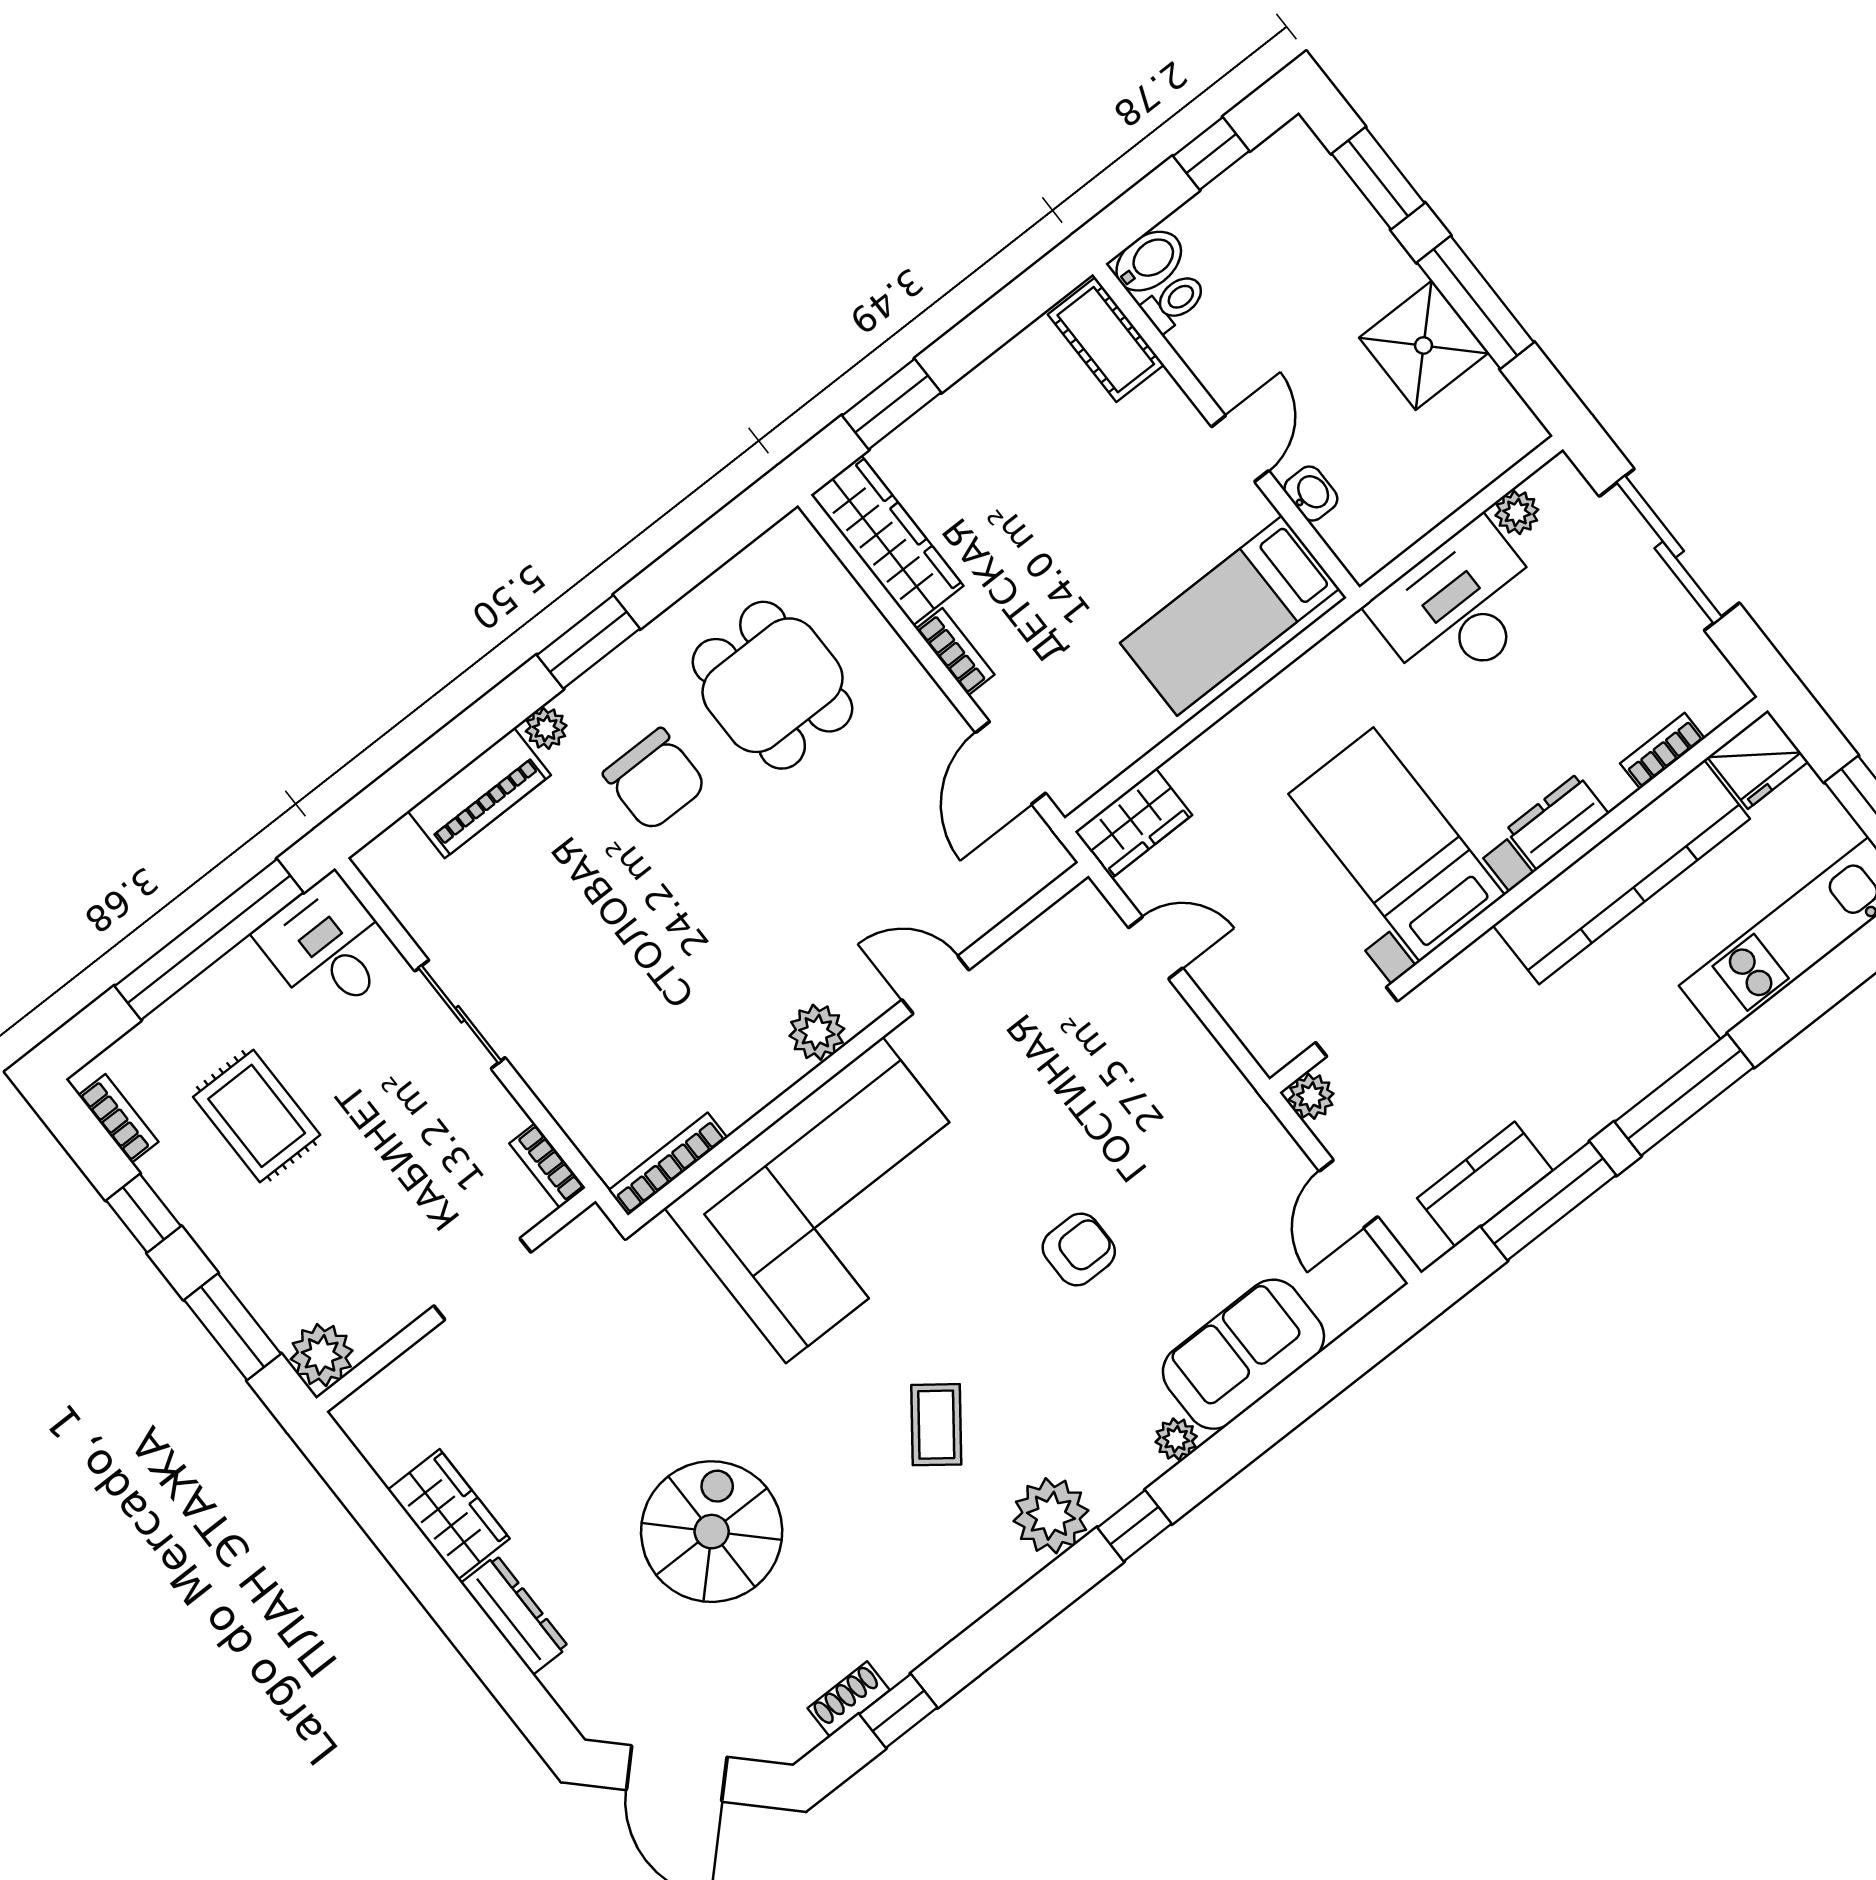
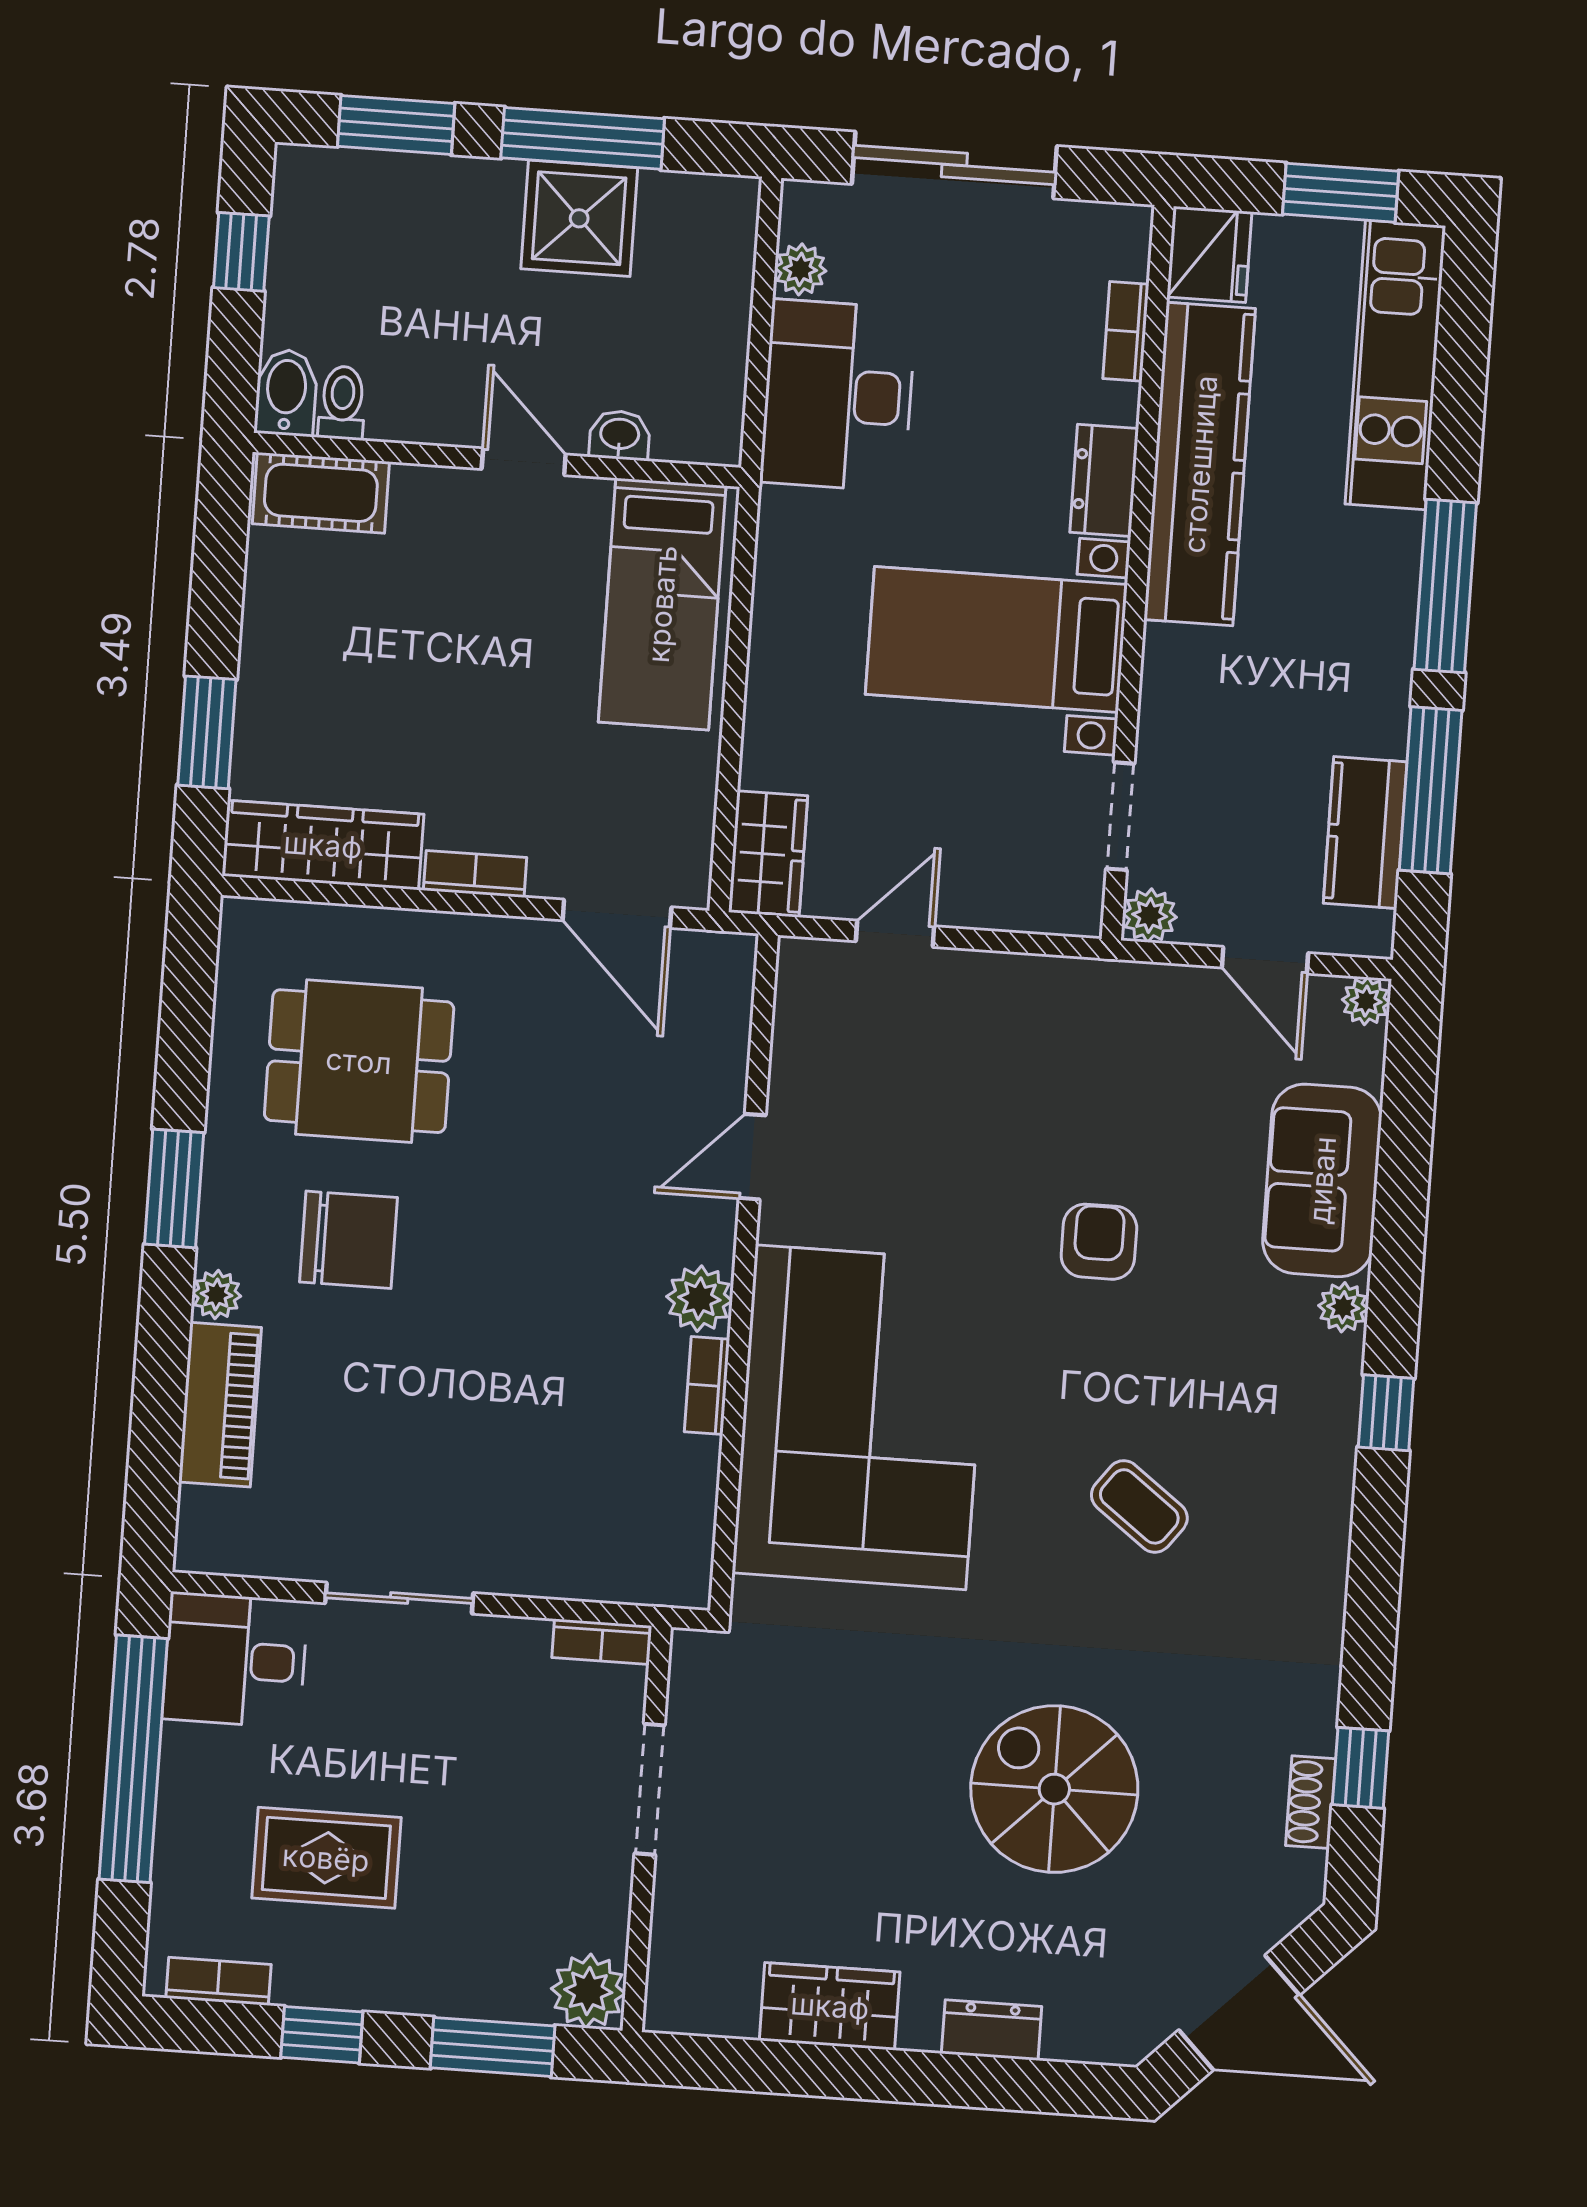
bookcase: (668, 1164) -> (707, 1386), moved, width x0.64
plant: (1051, 1516) -> (1366, 1001), moved, width x0.53, depth x0.53
dresser: (515, 1615) -> (992, 2030), width x0.70

